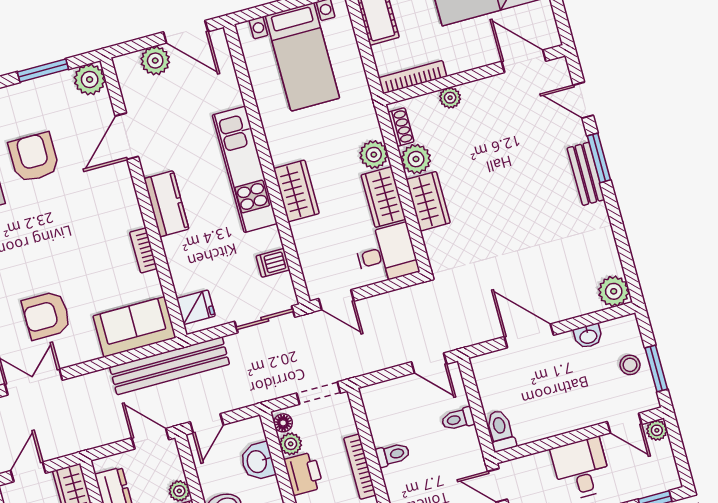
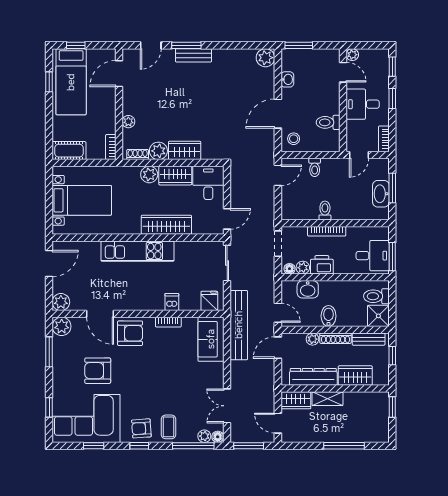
plant: (155, 61) -> (61, 302), moved
bookcase: (413, 77) -> (111, 147), width x0.64
wardrobe: (296, 191) -> (166, 225), width x1.50
kitchen counter: (166, 204) -> (145, 302), removed
dishwasher: (273, 263) -> (172, 302), moved, turned 180
armchair: (46, 315) -> (130, 333), moved, turned -90
stool: (630, 365) -> (294, 139), moved
window: (656, 369) -> (299, 45), moved
door: (624, 423) -> (343, 72), hinge flipped
toilet: (501, 431) -> (328, 122), moved

